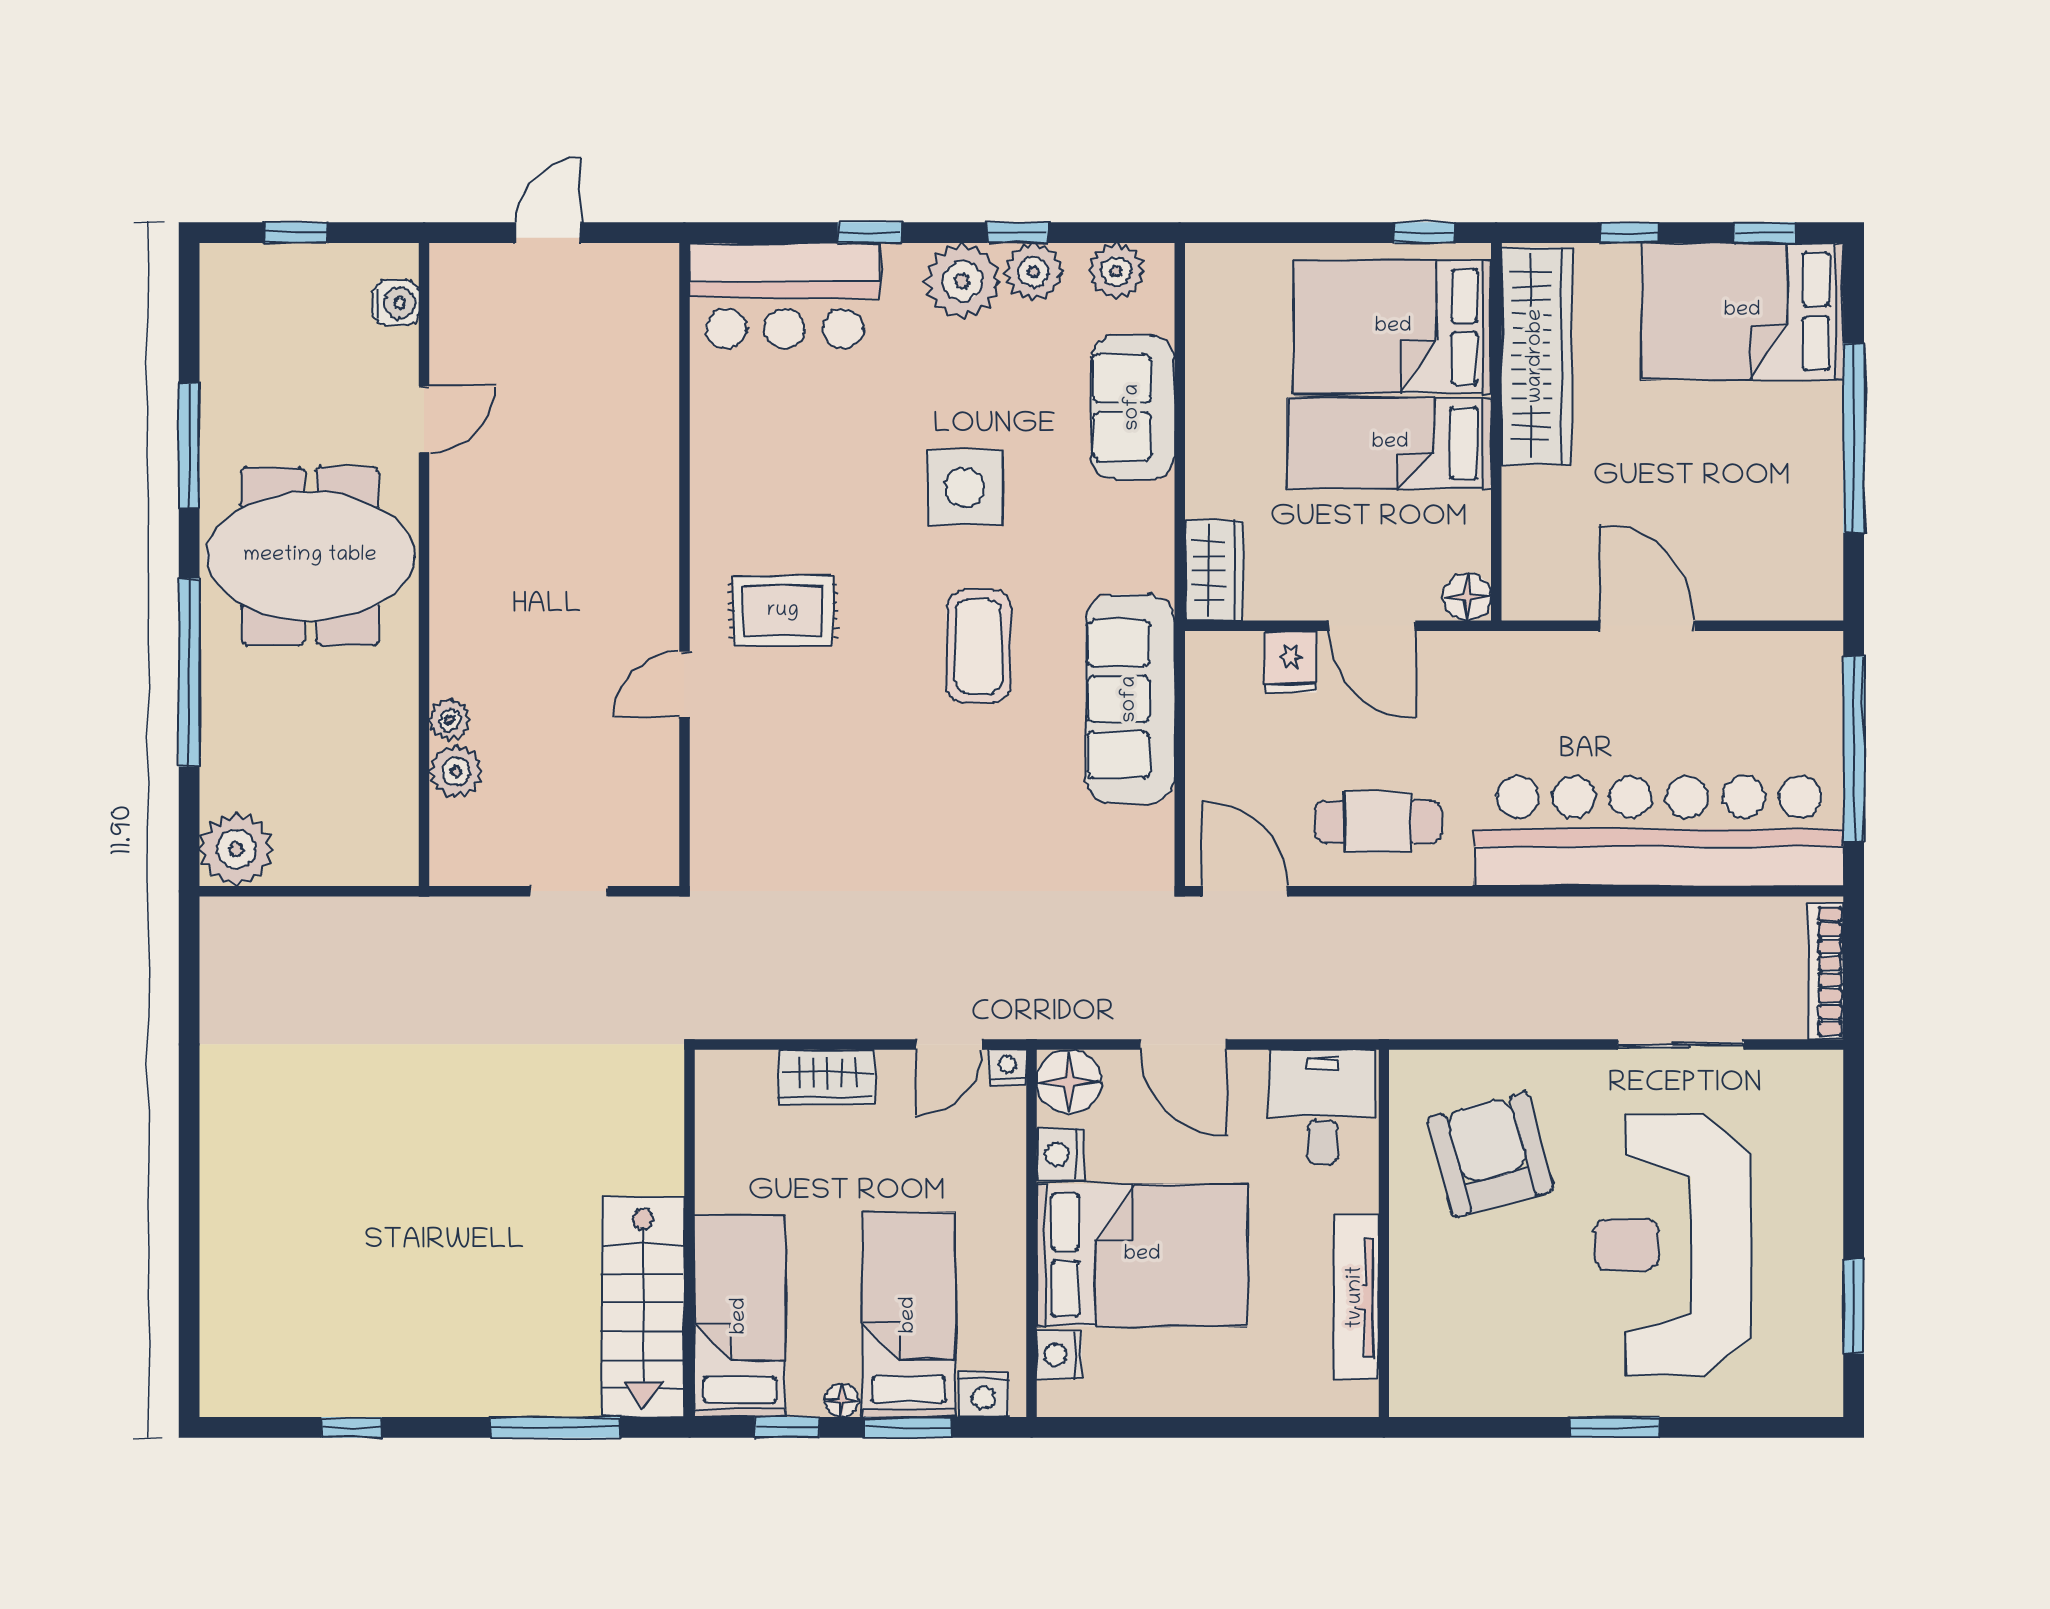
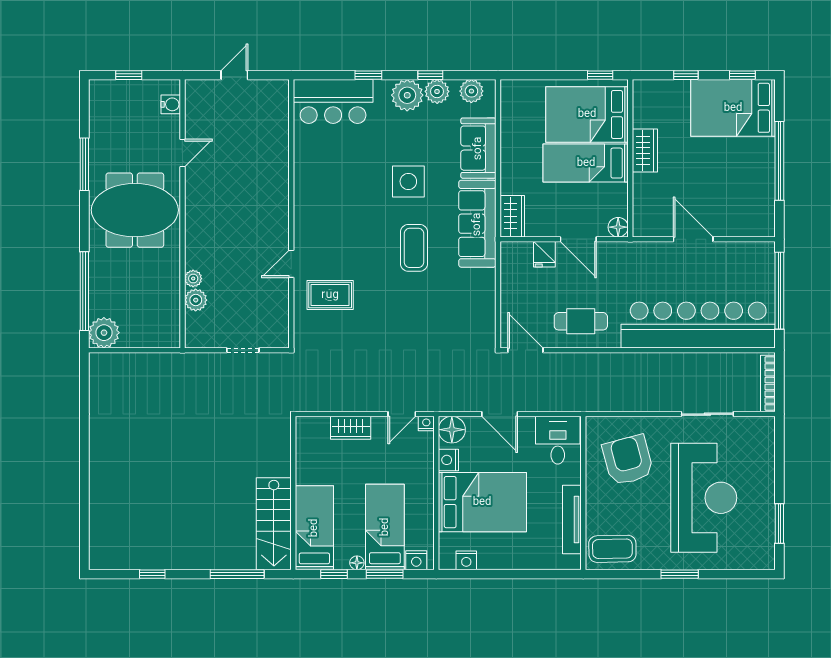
wardrobe: (1536, 356) -> (645, 150), width x0.48, depth x0.85
rug: (783, 611) -> (330, 295), moved
window: (189, 673) -> (84, 291), moved
sofa: (1130, 699) -> (477, 224), moved
reception desk: (1672, 1245) -> (704, 498), turned 180
nightstand: (1059, 1355) -> (466, 560), moved, turned -90
coffee table: (1454, 1367) -> (612, 549), added

